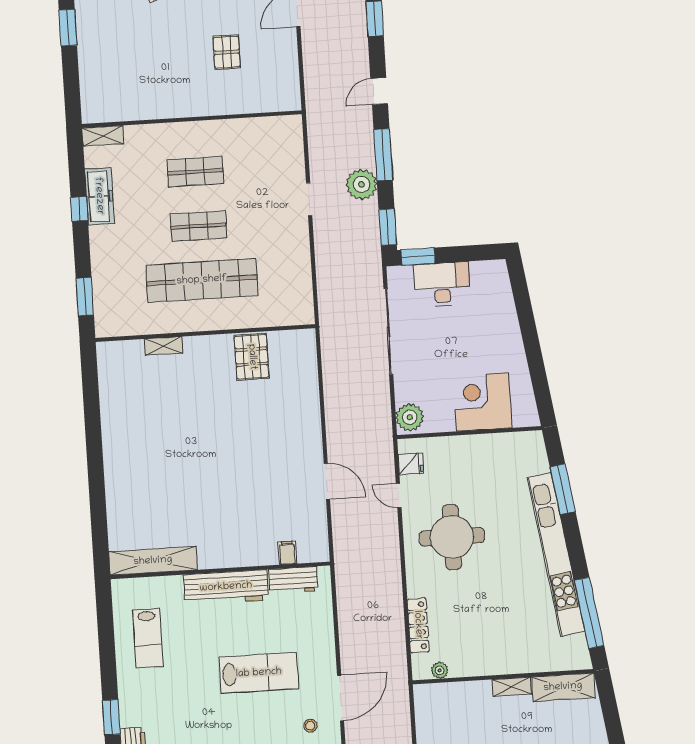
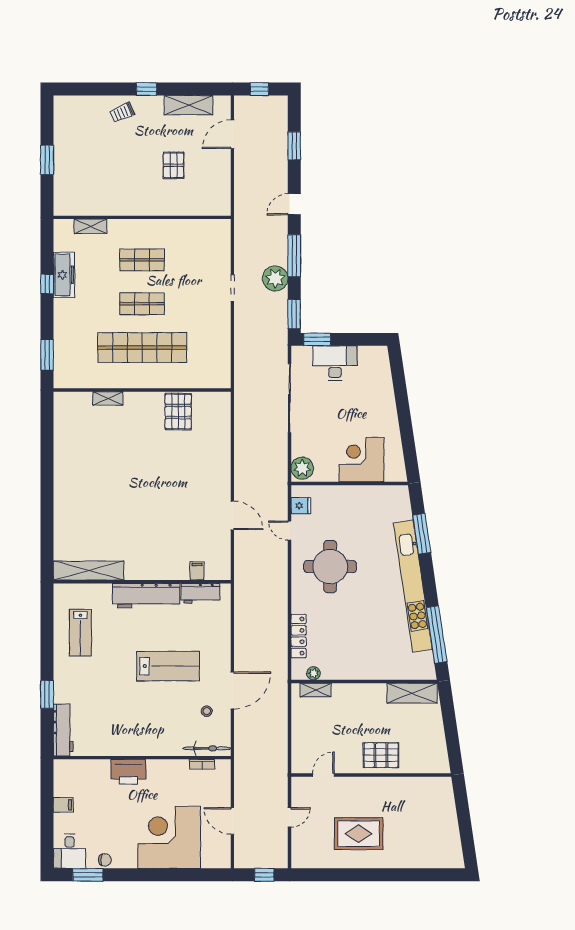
window: (68, 28) -> (47, 160), moved
shelving: (103, 136) -> (90, 226), moved
shelving: (512, 687) -> (316, 690), moved

